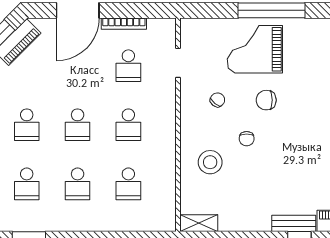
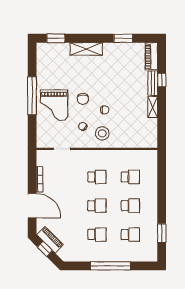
school desk: (128, 66) -> (63, 177), removed
stool: (210, 162) -> (102, 133), moved
shelving: (199, 223) -> (153, 107), moved

